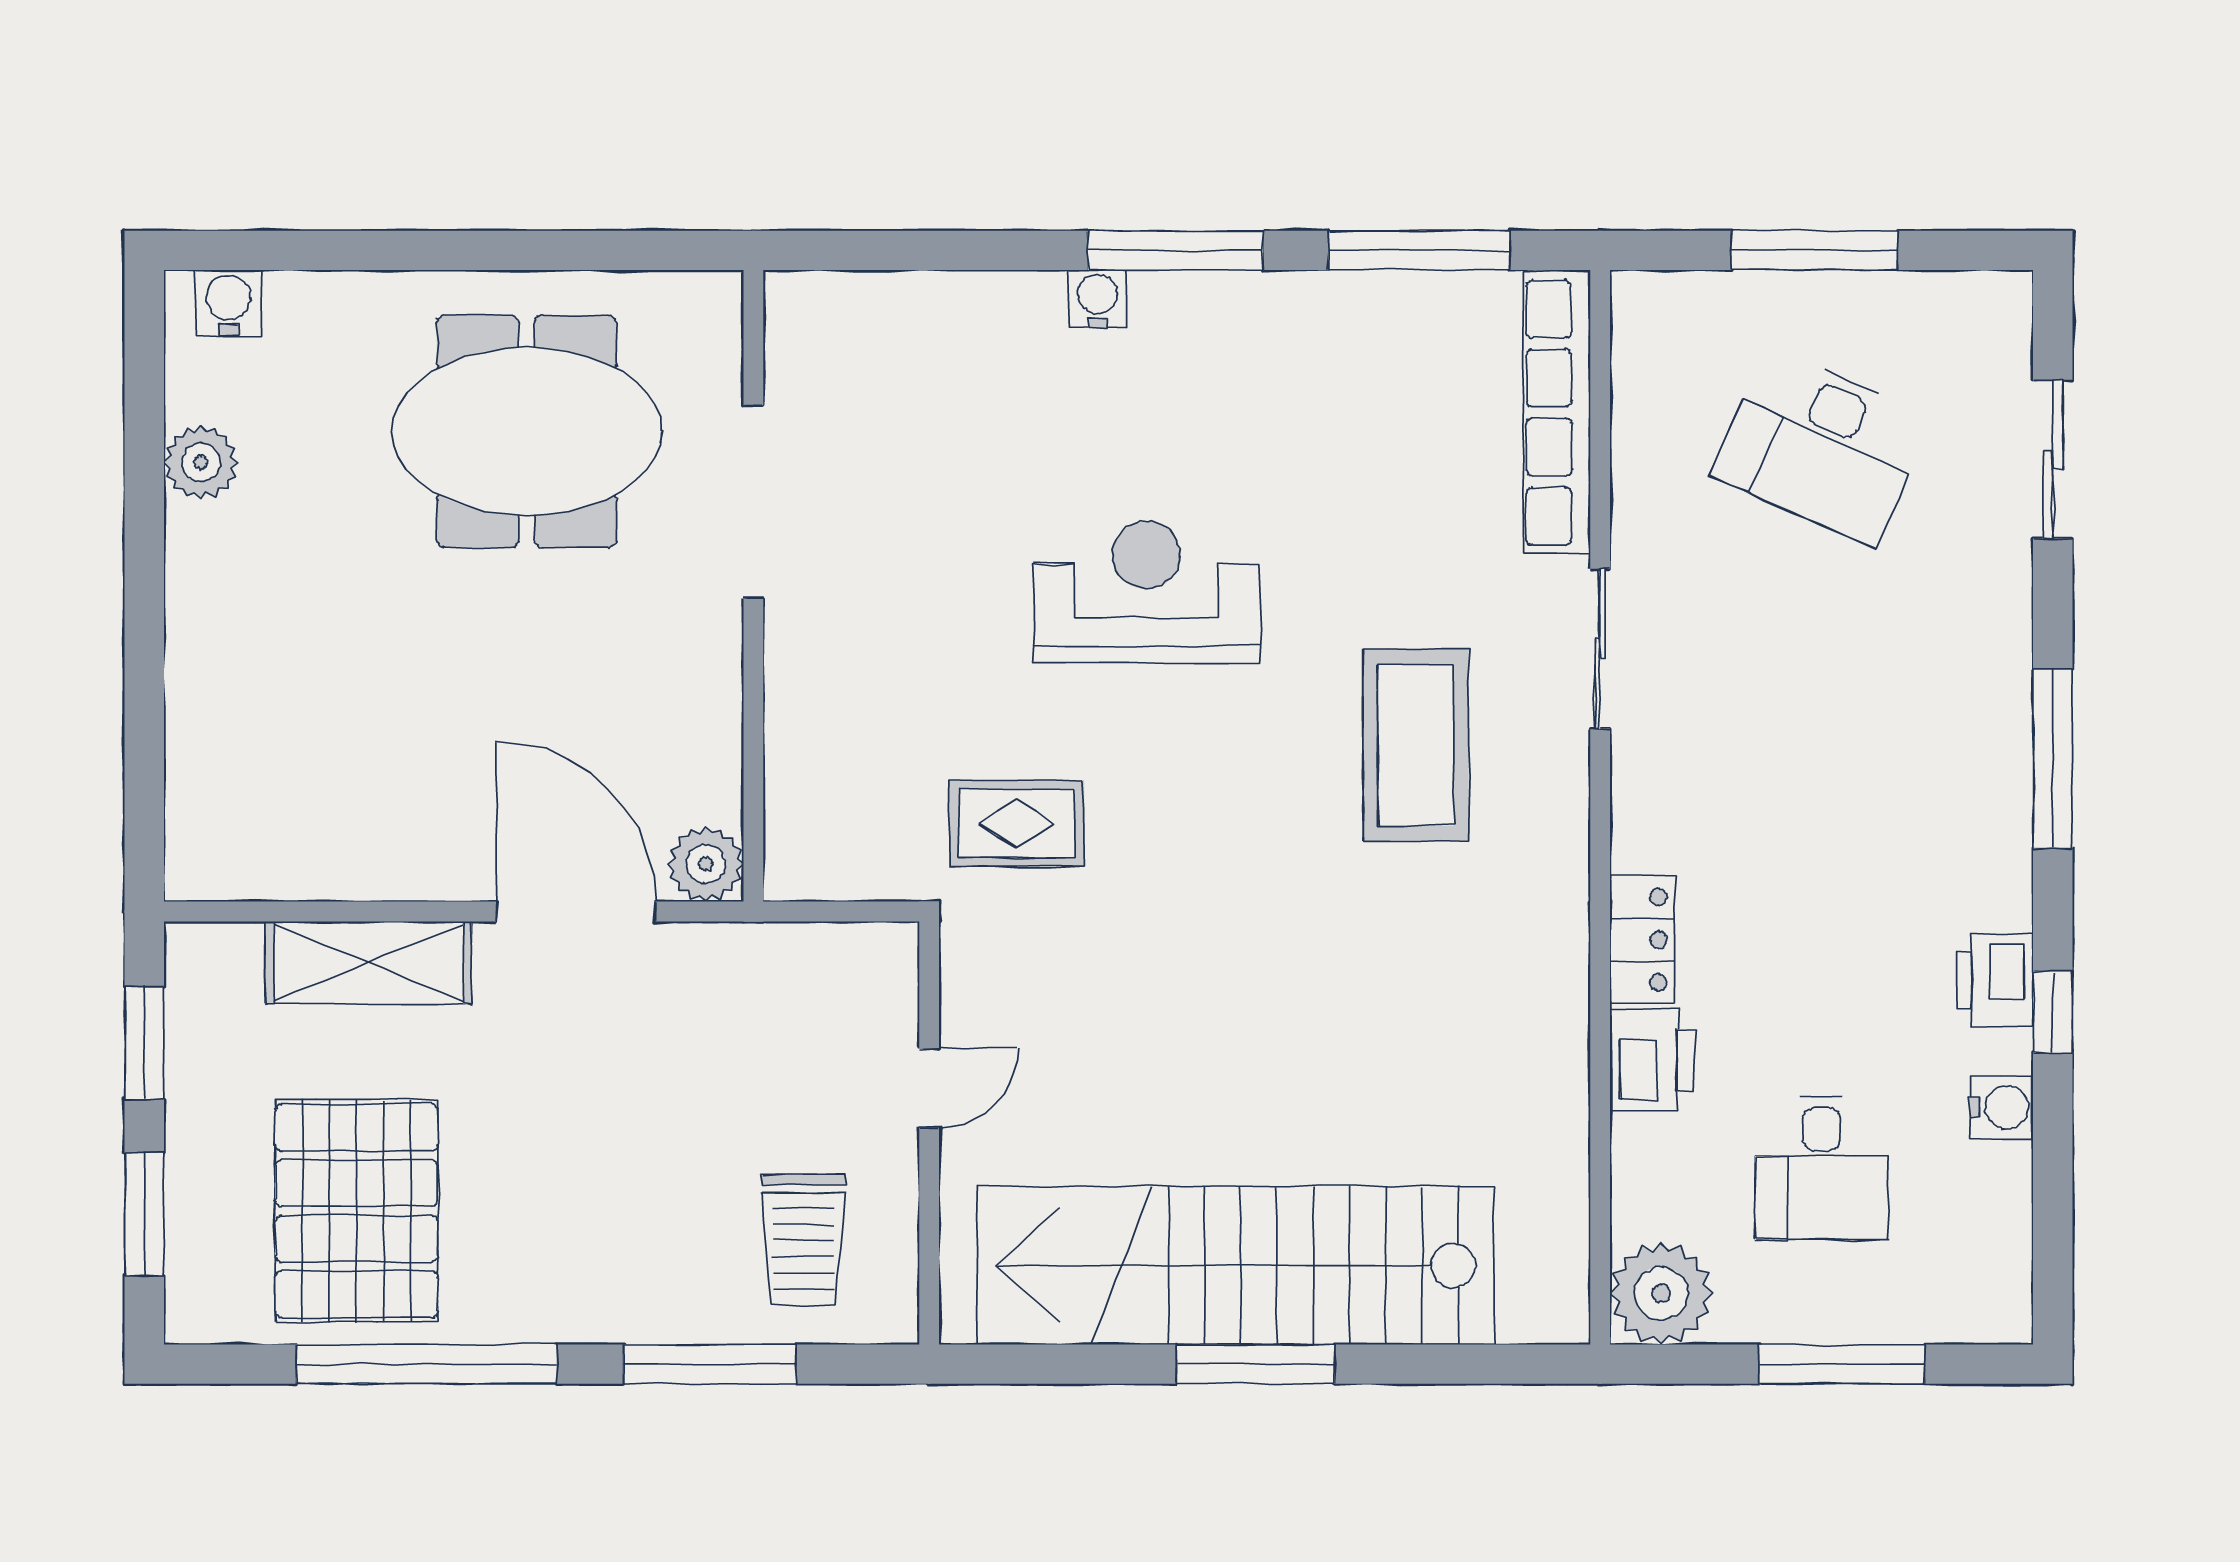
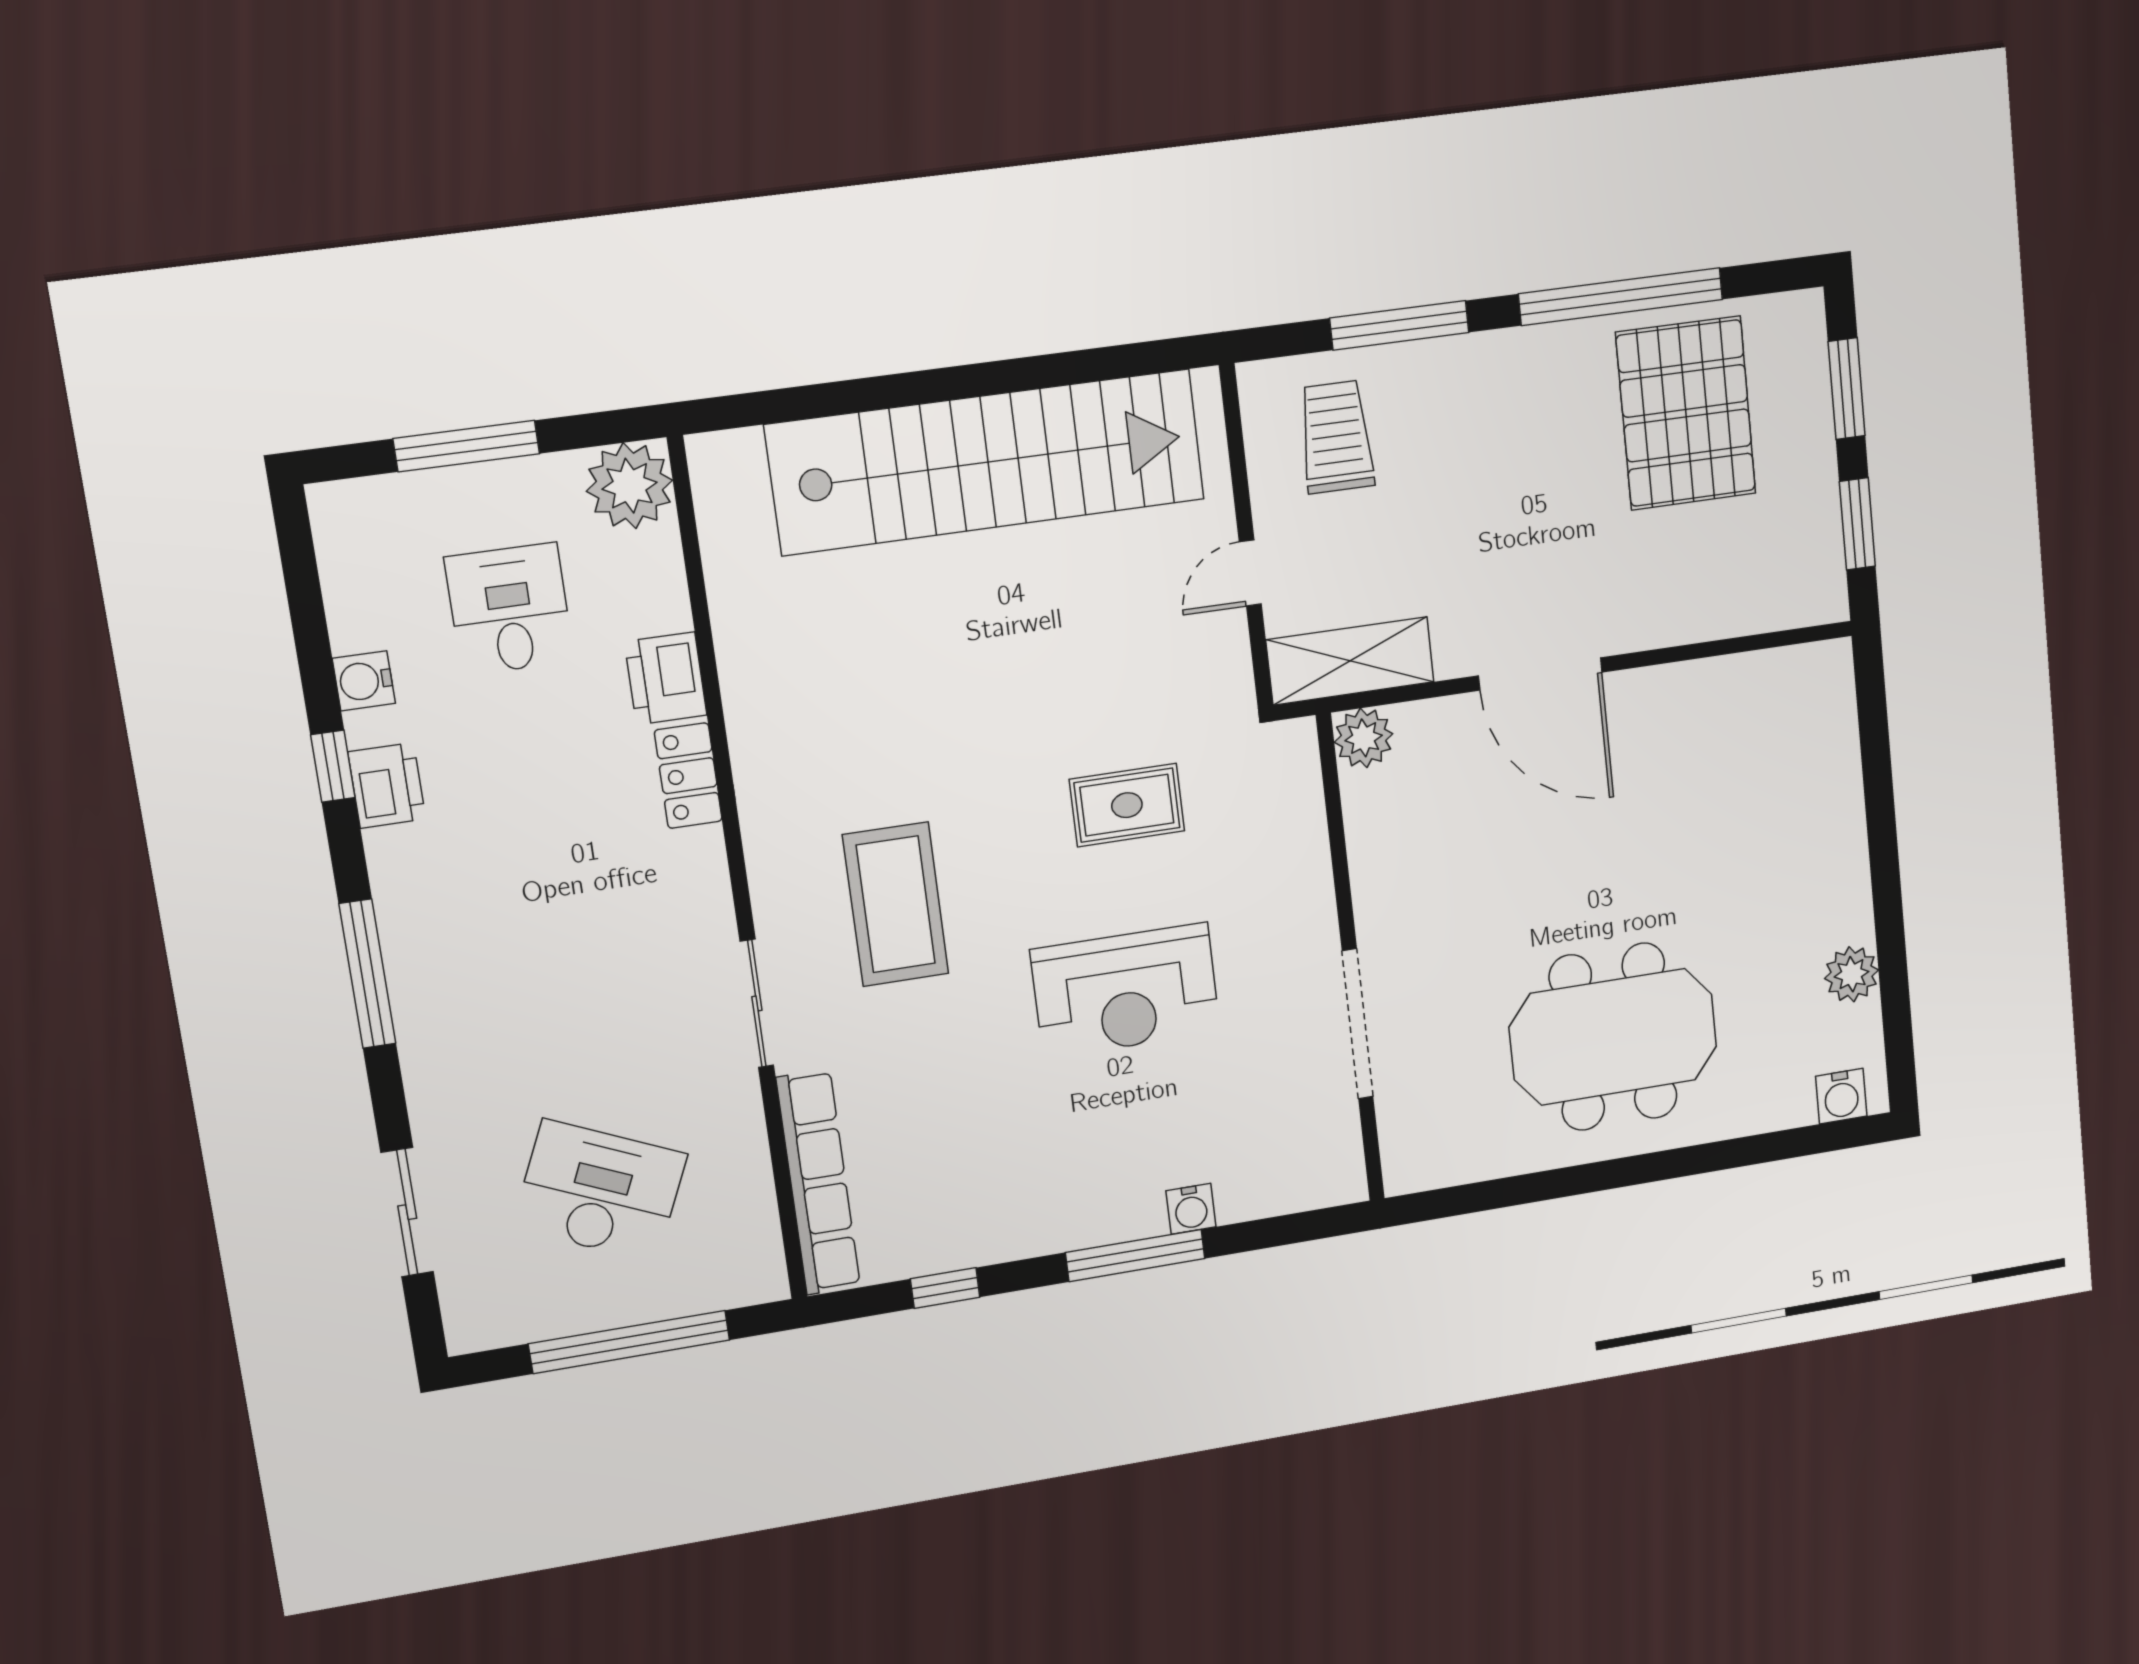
window: (1419, 250) -> (945, 1288), width x0.46
window: (1814, 250) -> (629, 1342), width x1.46
doorway: (753, 502) -> (1358, 1024), moved
wall: (753, 586) -> (1351, 960), moved
rug: (1017, 823) -> (1127, 805), moved
plant: (706, 864) -> (1364, 738), moved
shelving: (368, 962) -> (1350, 661), moved
window: (1255, 1364) -> (960, 382), removed

